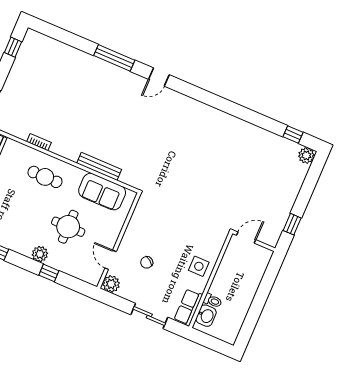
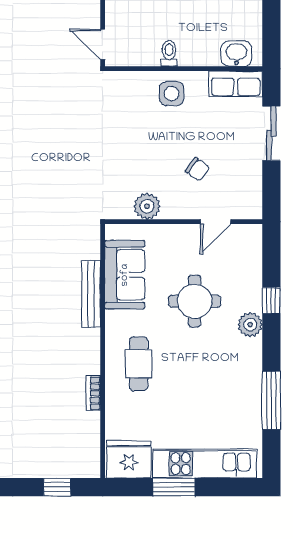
plant: (111, 284) -> (147, 206), moved
toilet: (213, 301) -> (169, 53), moved

